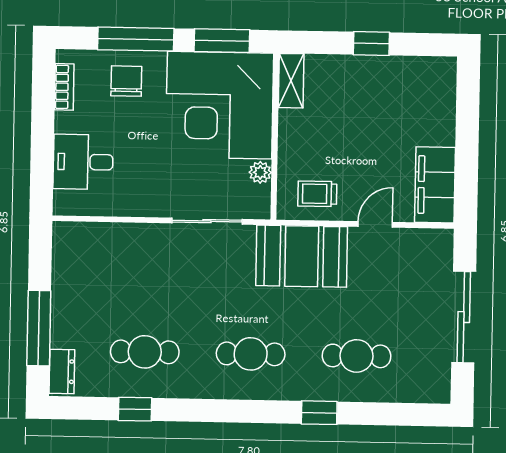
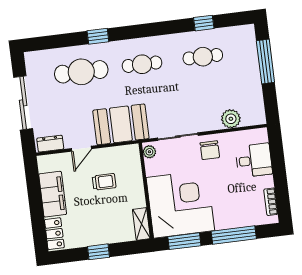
chair: (126, 81) -> (210, 150), moved
locker: (443, 86) -> (54, 234), added
plant: (260, 172) -> (149, 152), moved
filing cabinet: (435, 185) -> (53, 194), moved
trolley: (317, 194) -> (104, 182), moved
plant: (112, 239) -> (231, 119), added
cafe table: (357, 356) -> (81, 72), width x1.37, depth x1.35
dresser: (62, 371) -> (50, 144), moved, turned 90

